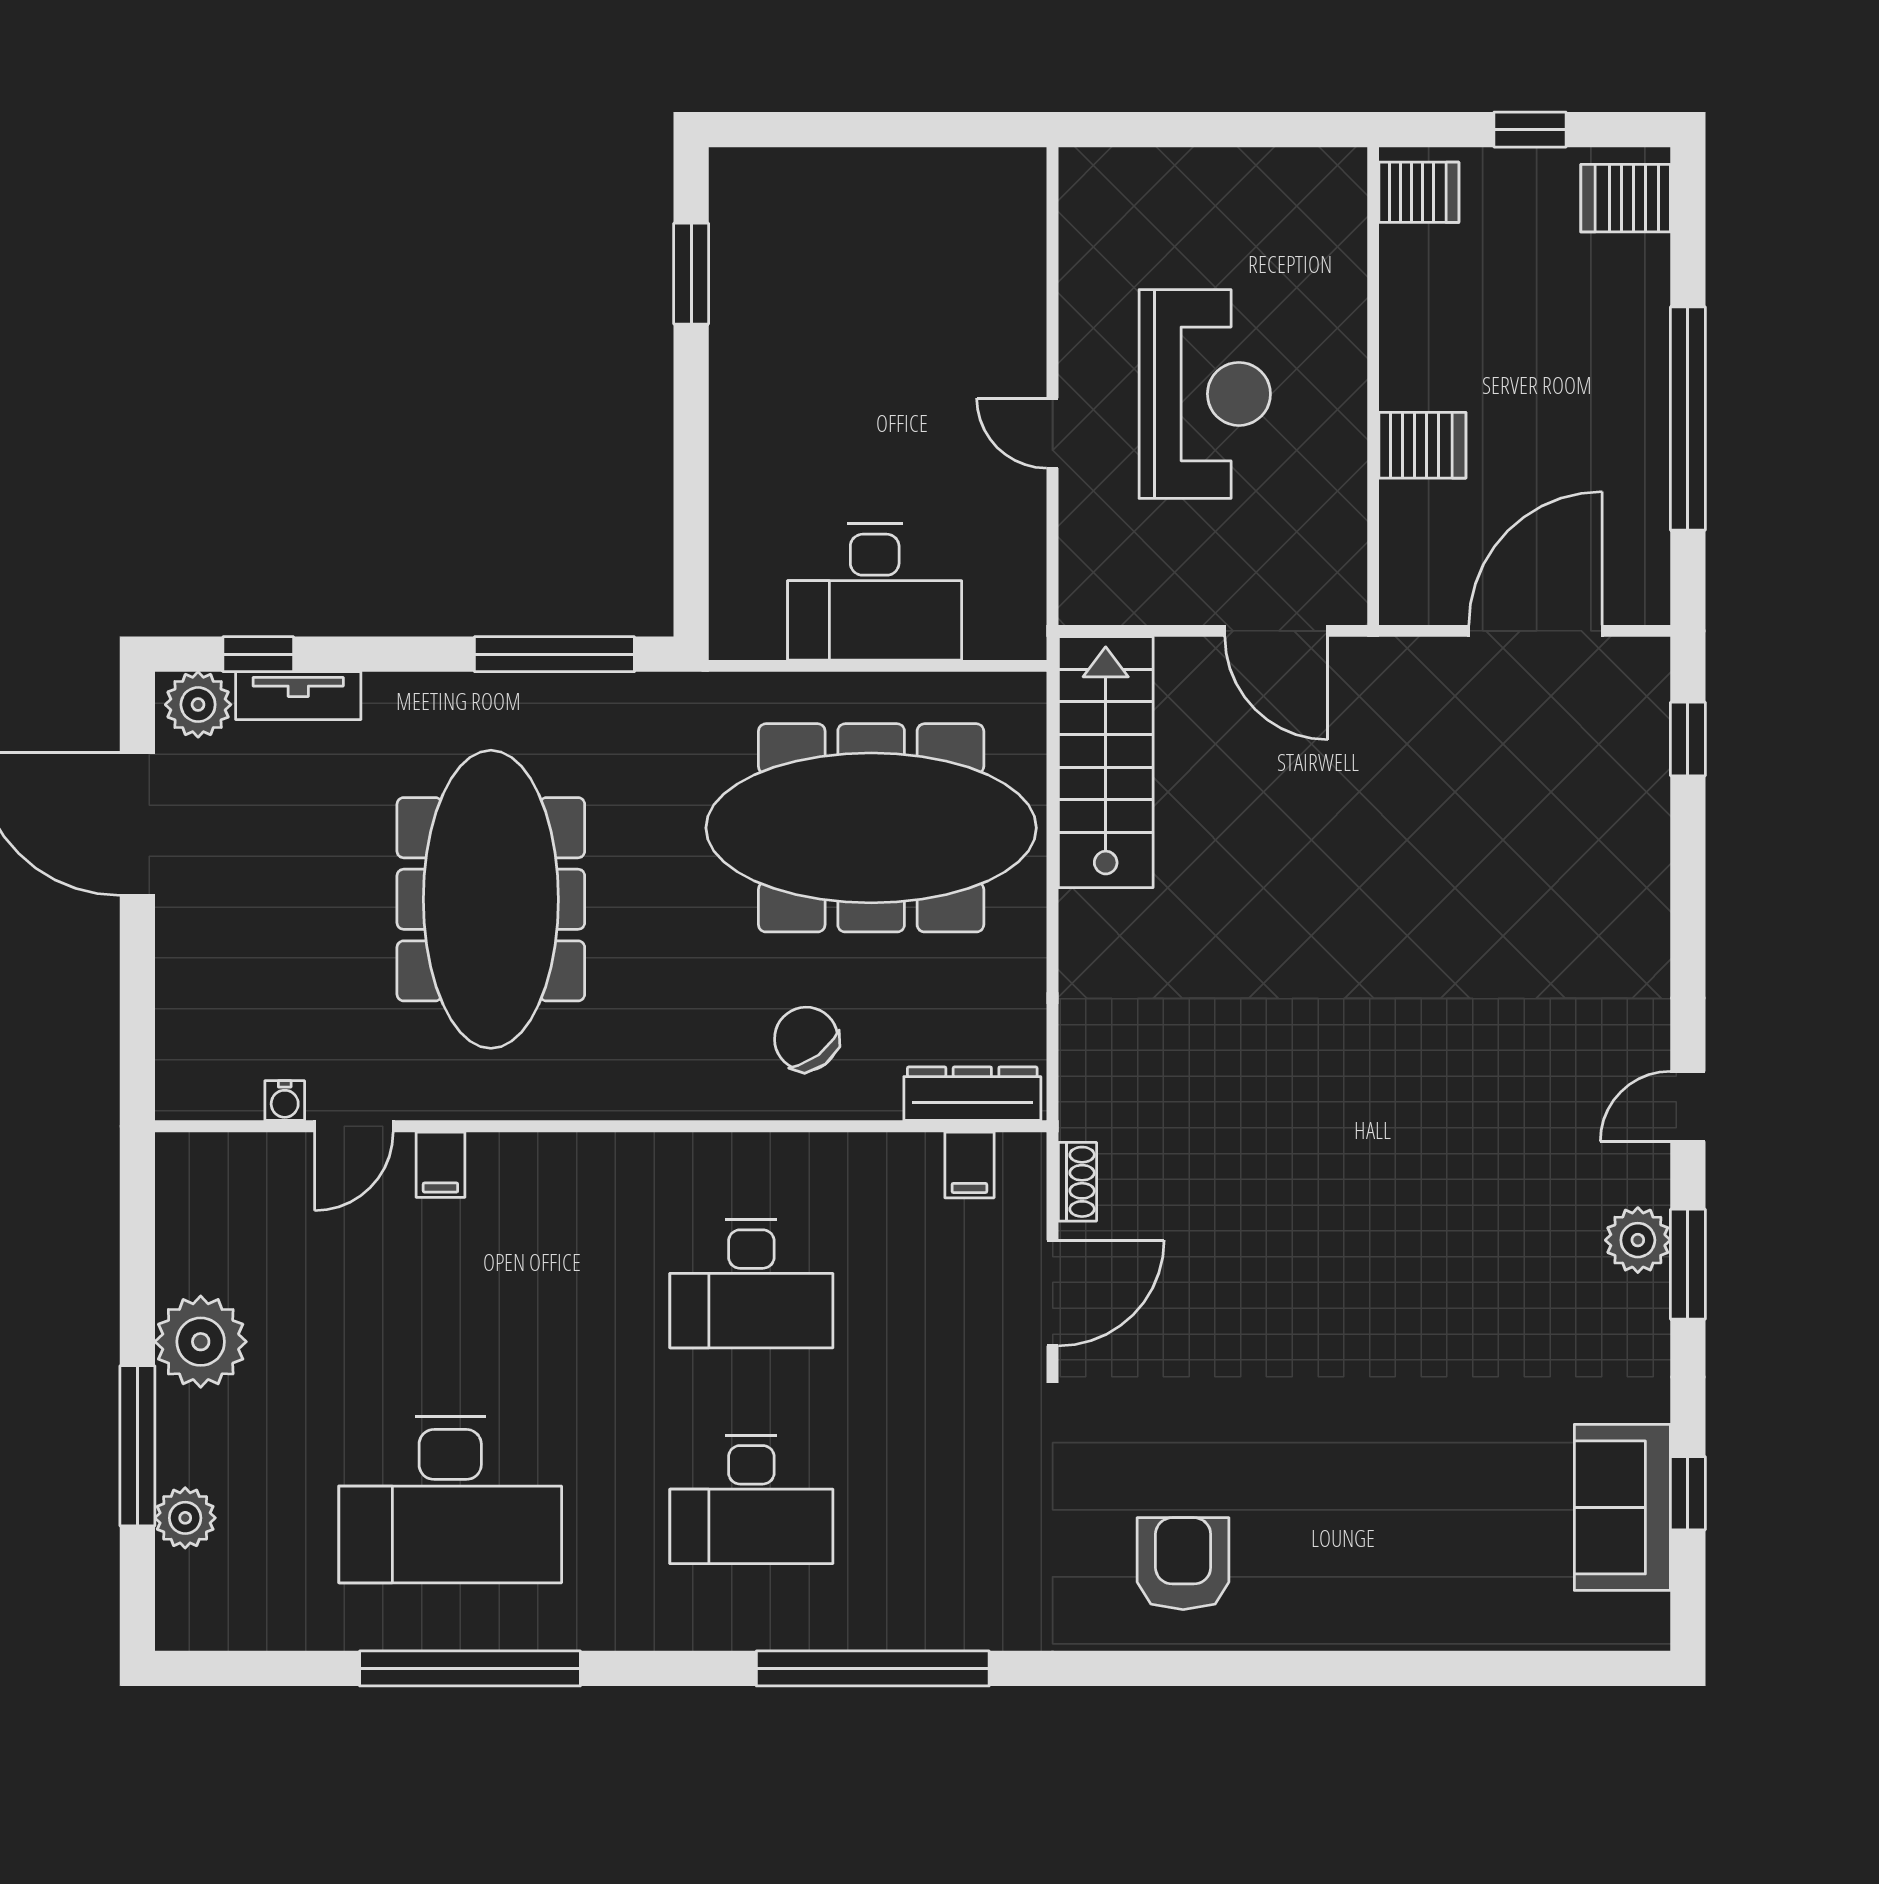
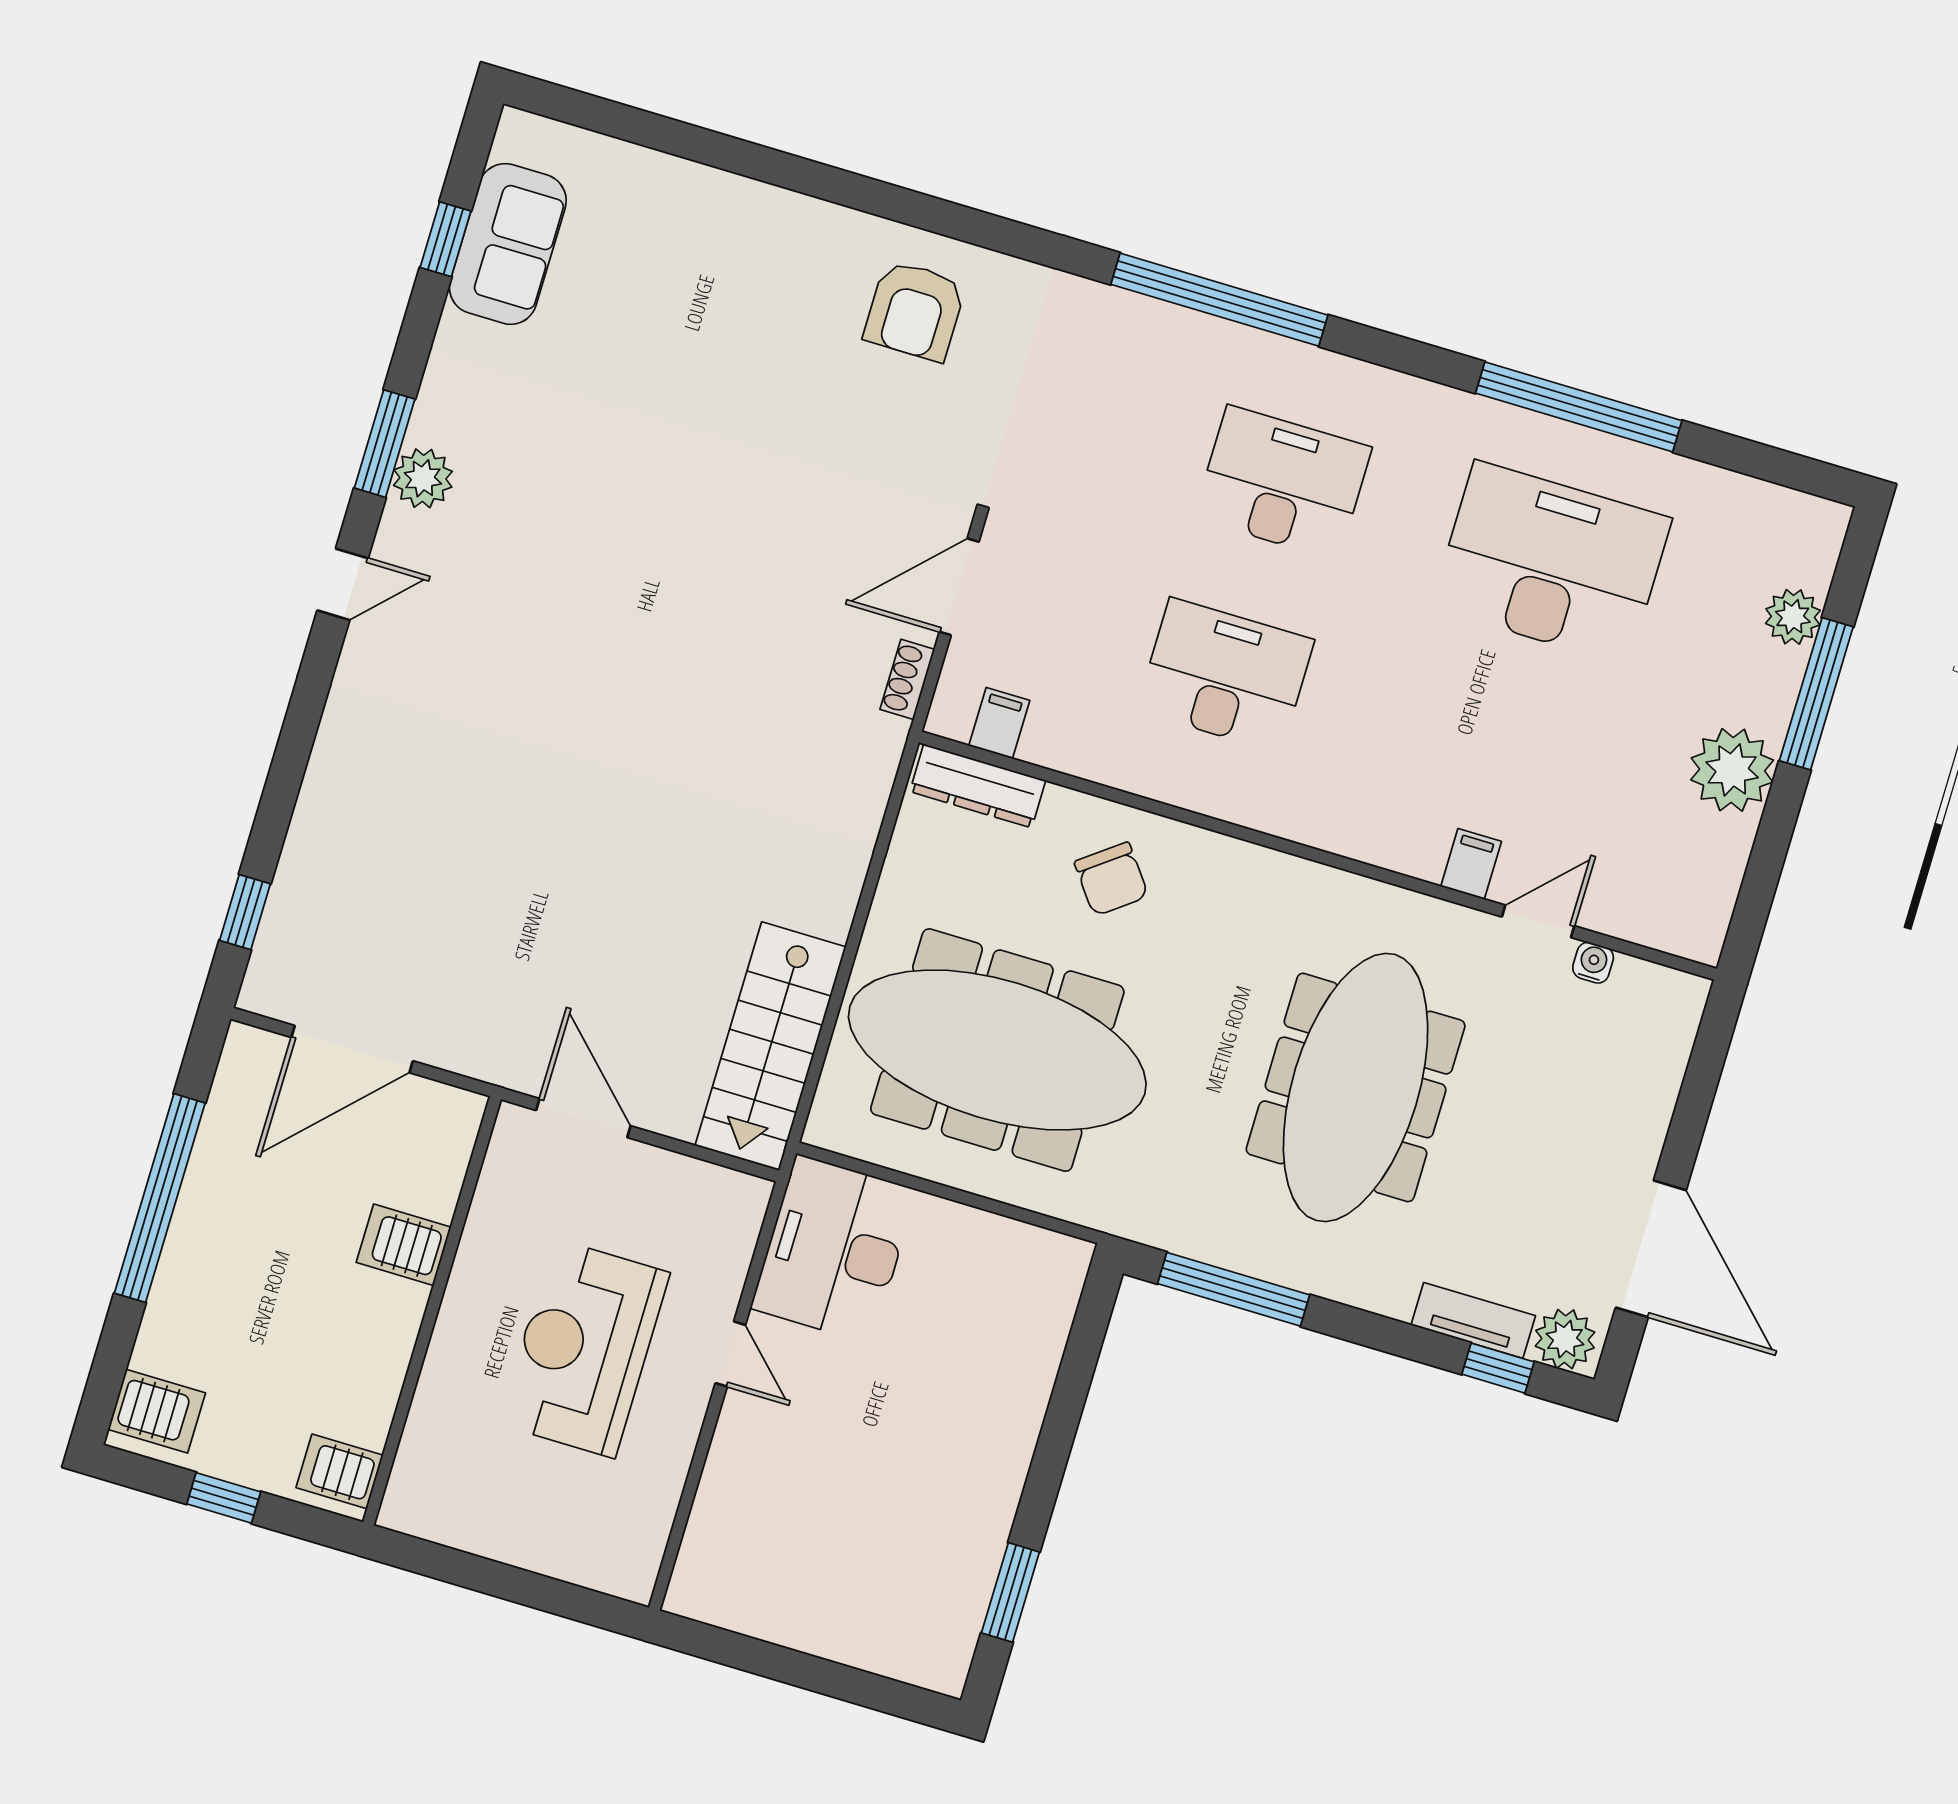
desk: (875, 592) -> (834, 1249), moved, turned -90

